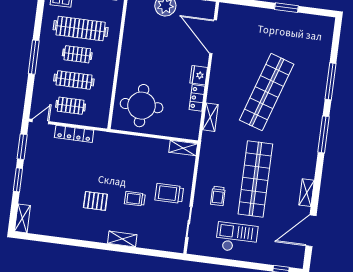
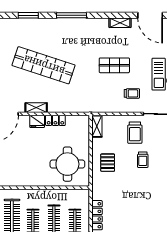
window: (330, 81) -> (28, 15), width x0.69
shelving: (210, 117) -> (36, 108), moved
shop shelf: (255, 179) -> (114, 65), width x0.50, depth x0.74
pallet: (95, 201) -> (108, 163), moved

